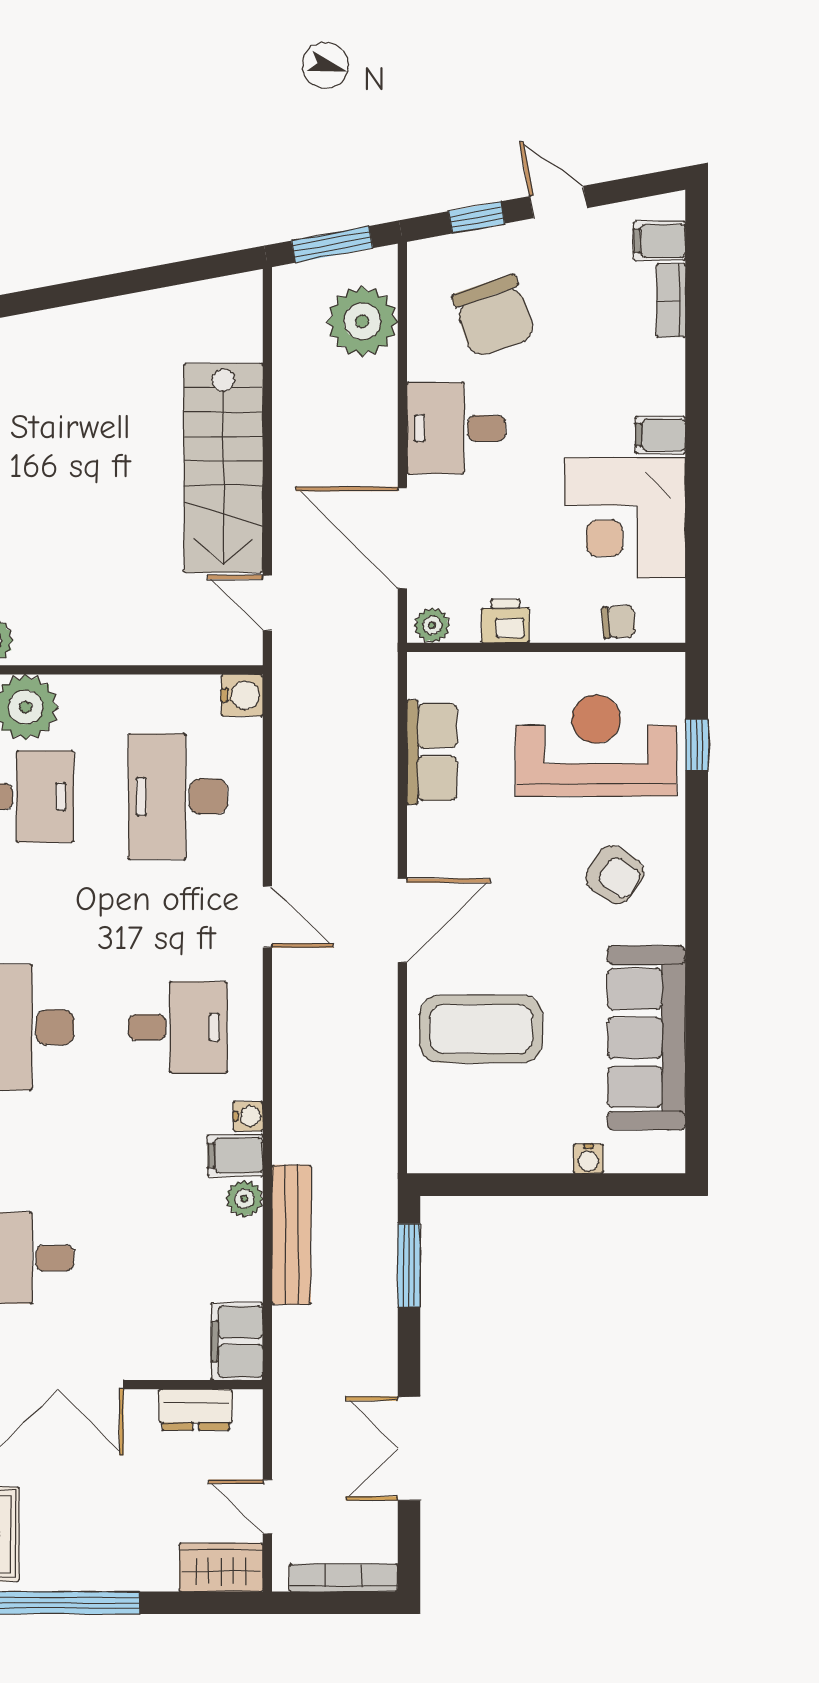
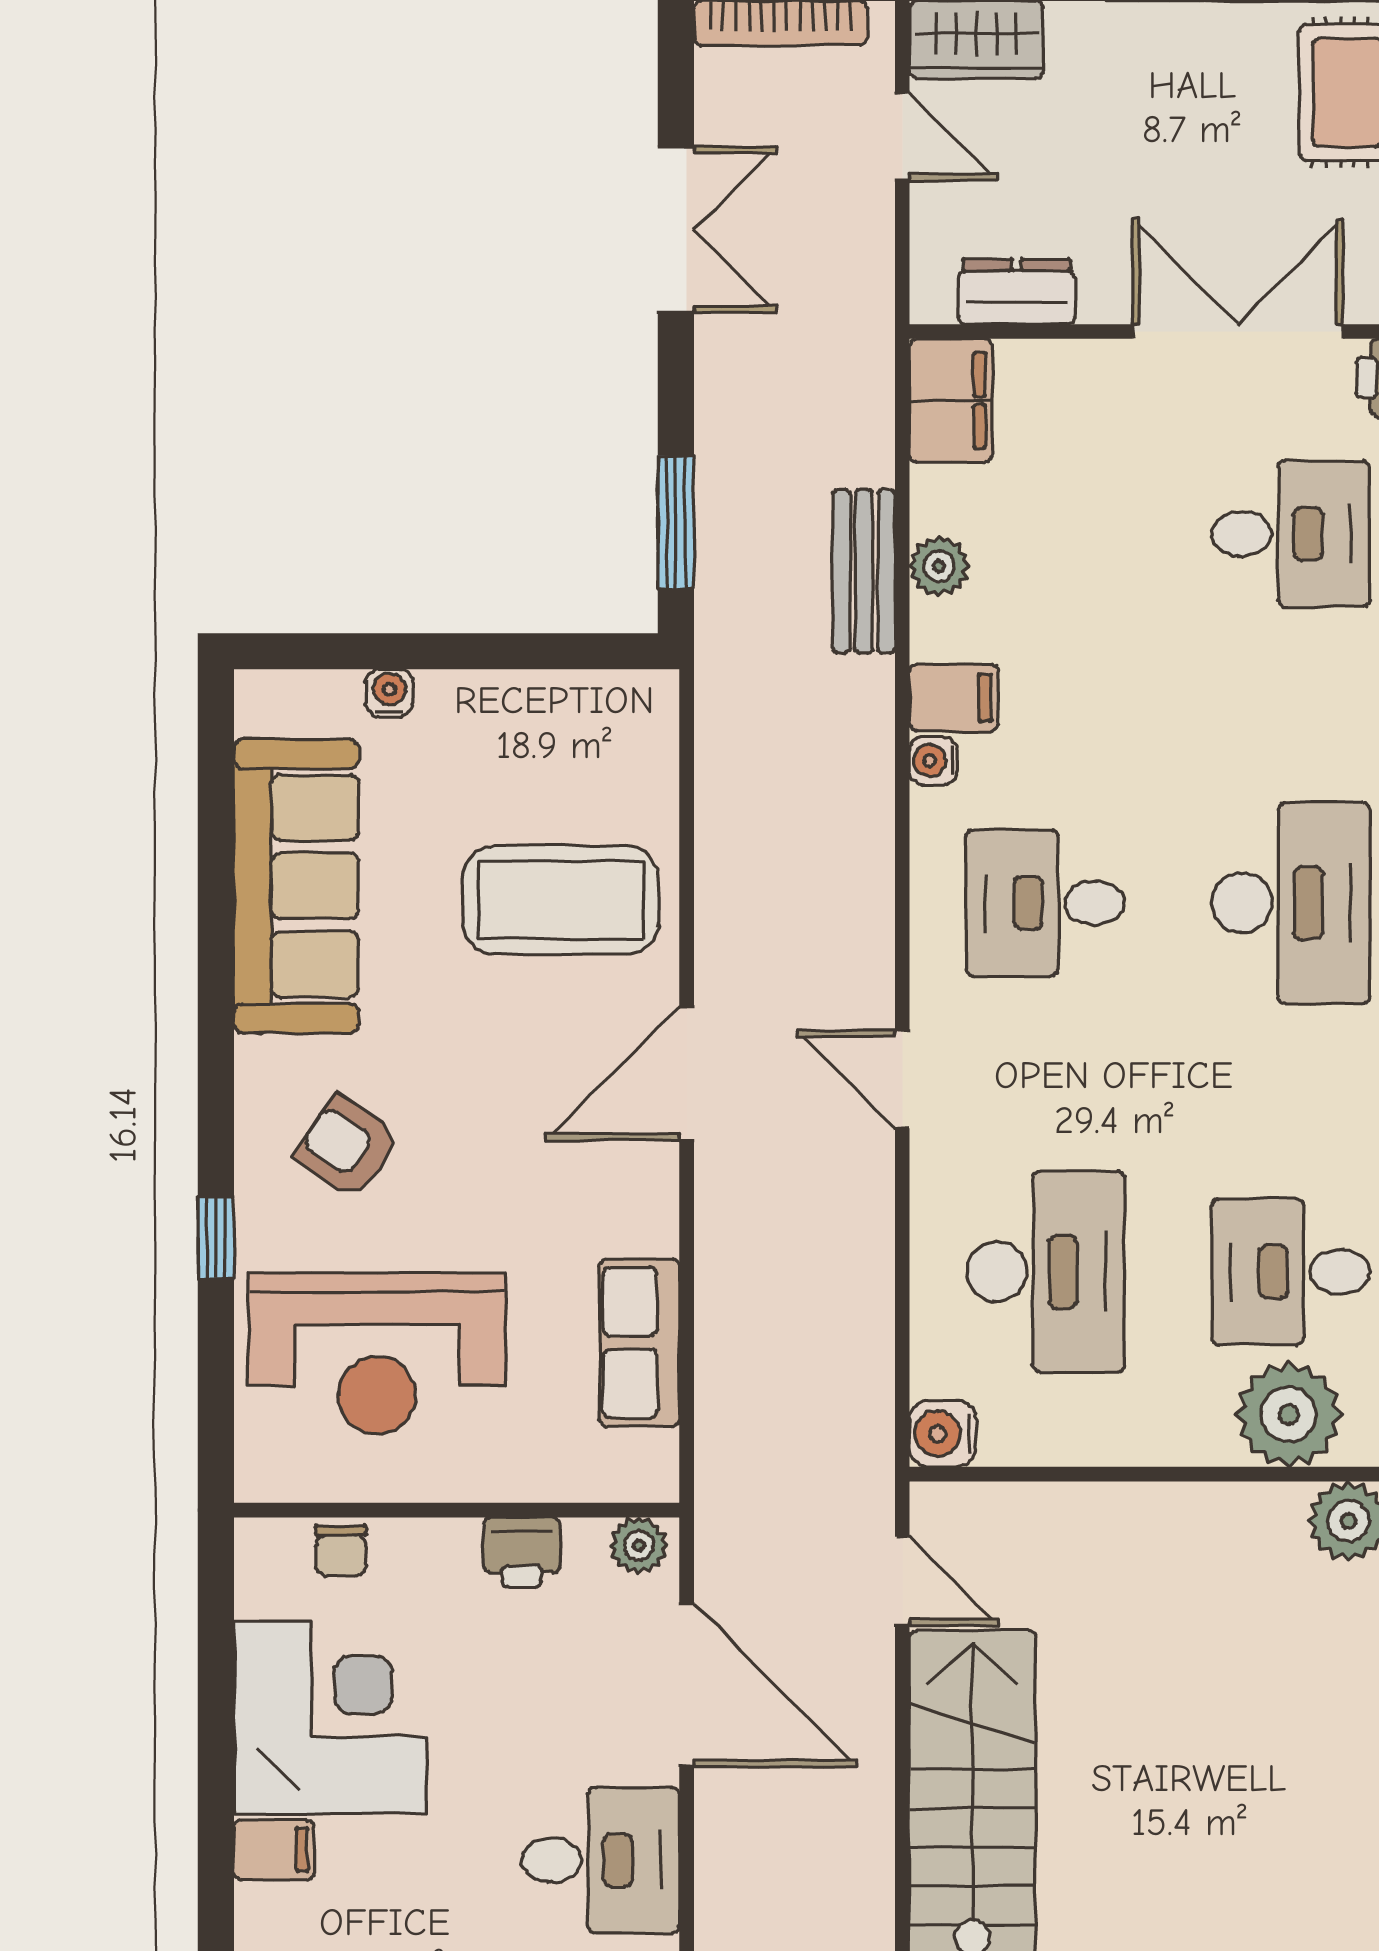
chair: (619, 622) -> (341, 1551), turned -86
window: (697, 745) -> (216, 1238), moved
plant: (244, 1199) -> (939, 566), moved
bench: (291, 1235) -> (864, 571), width x0.73

